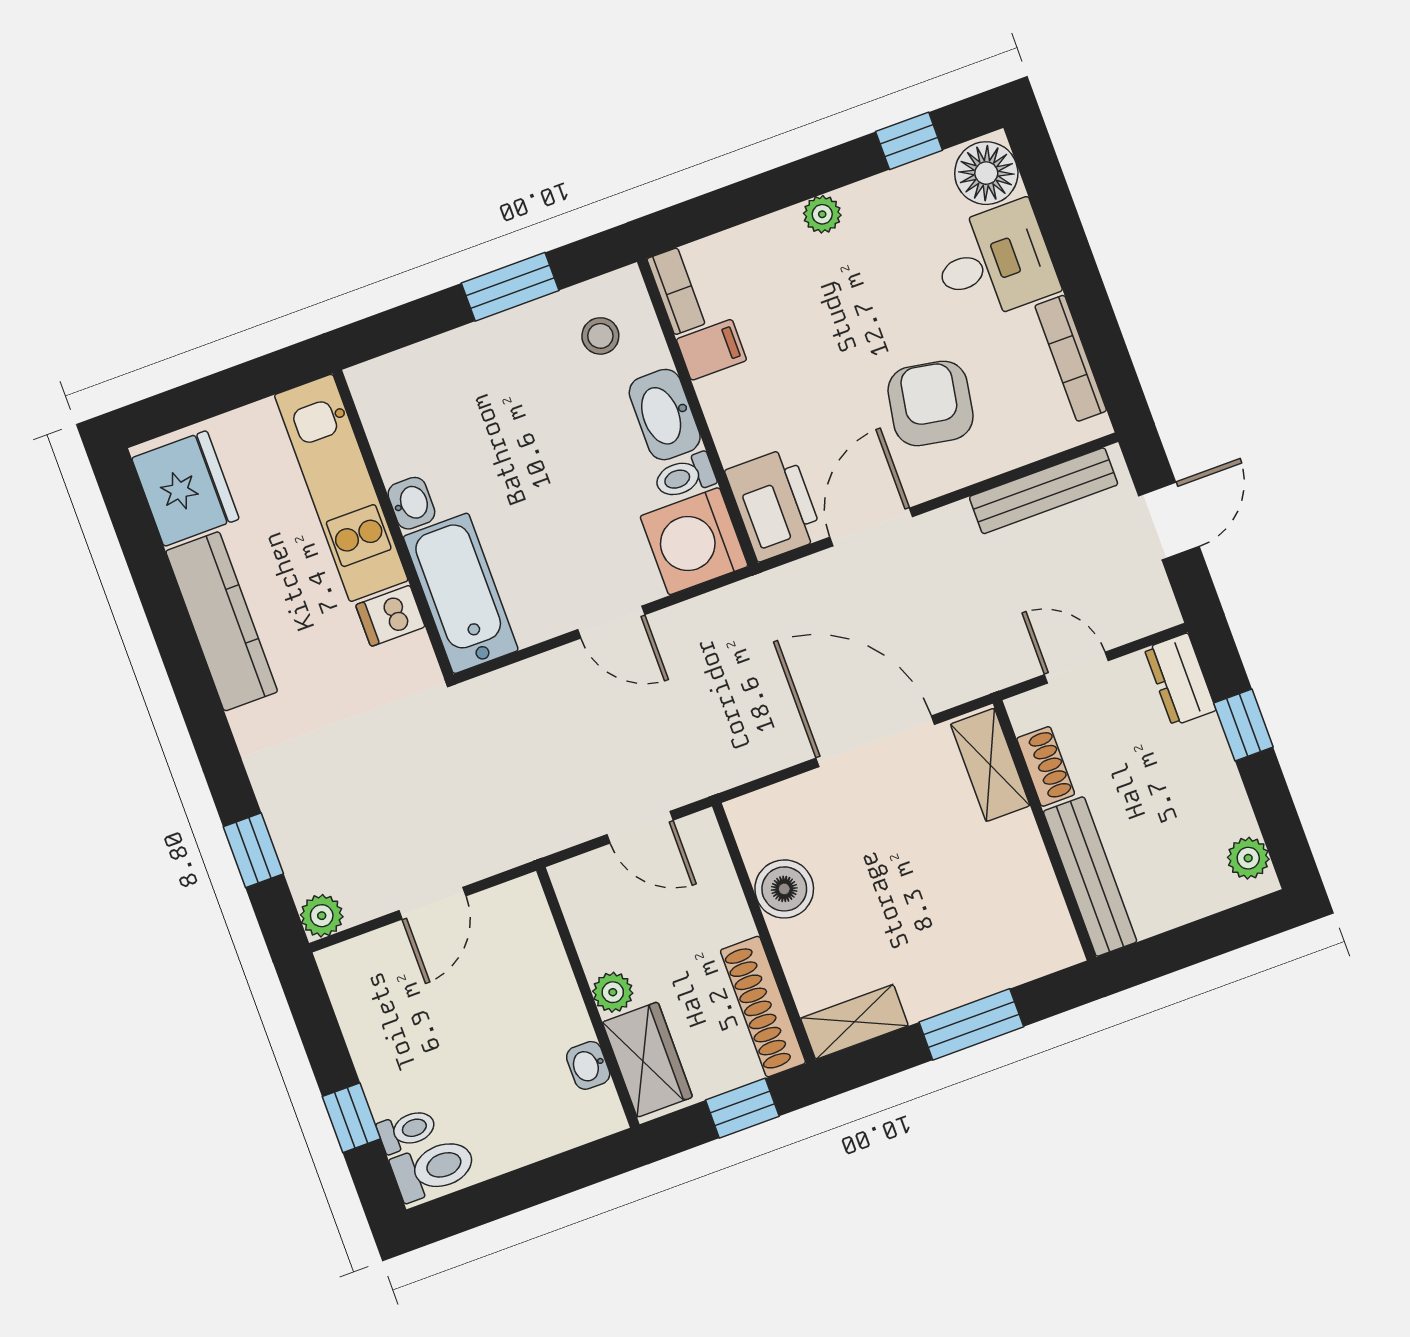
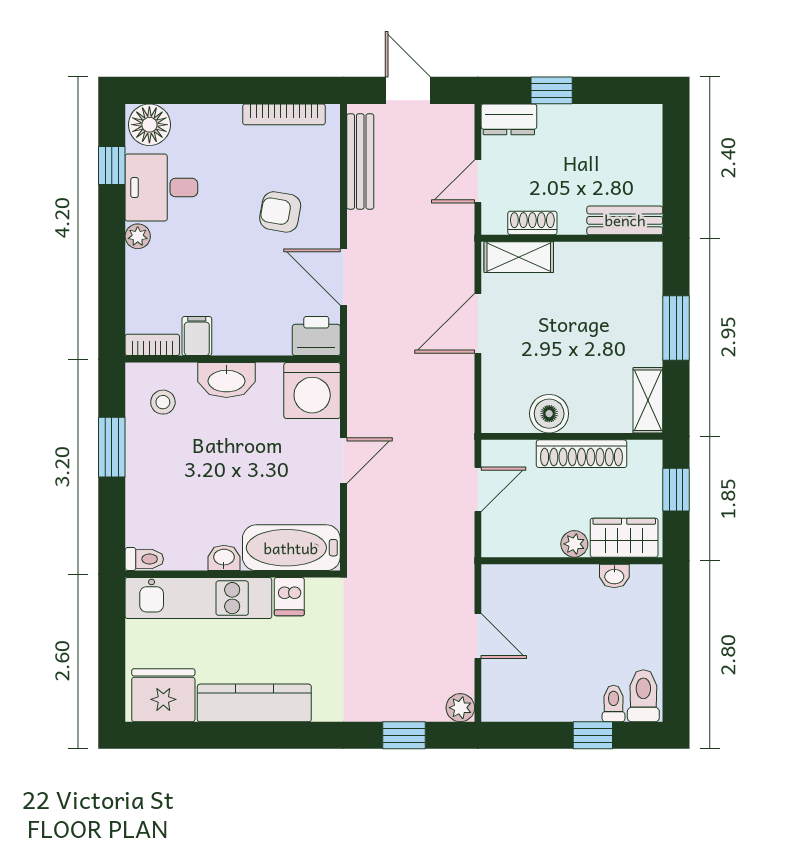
desk: (994, 262) -> (161, 188), moved, turned -90
armchair: (931, 403) -> (280, 212), width x0.72, depth x0.72
toilet: (685, 476) -> (144, 559), moved, turned -90
printer: (774, 504) -> (316, 336), width x0.73, depth x0.84
door: (875, 741) -> (478, 323), width x0.73
plant: (1248, 858) -> (636, 118), removed
bench: (1090, 877) -> (625, 220), width x0.73
shoe rack: (763, 1007) -> (582, 454), moved

